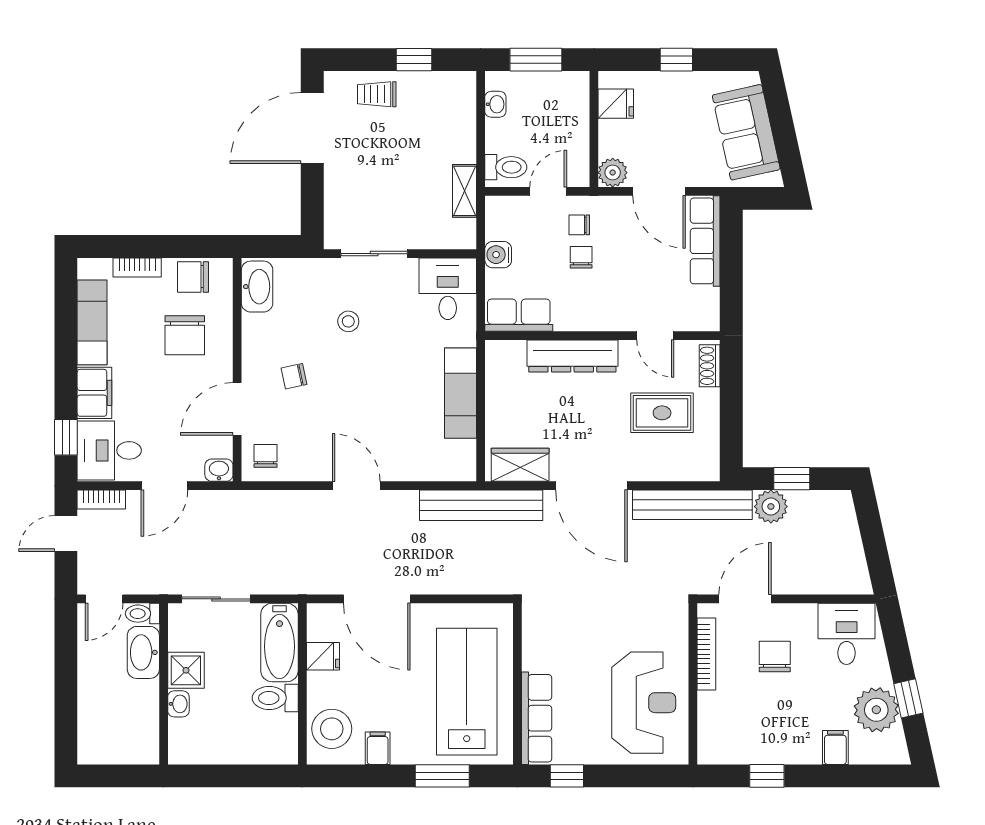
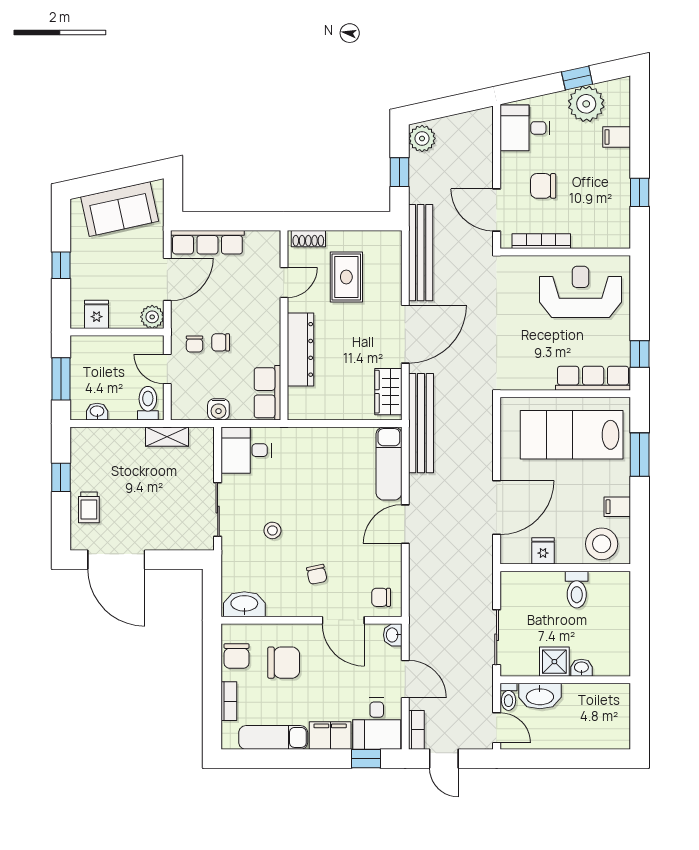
exam couch: (461, 393) -> (389, 464), moved, turned 90
plant: (771, 507) -> (422, 138), moved
bathtub: (279, 643) -> (532, 586), removed

